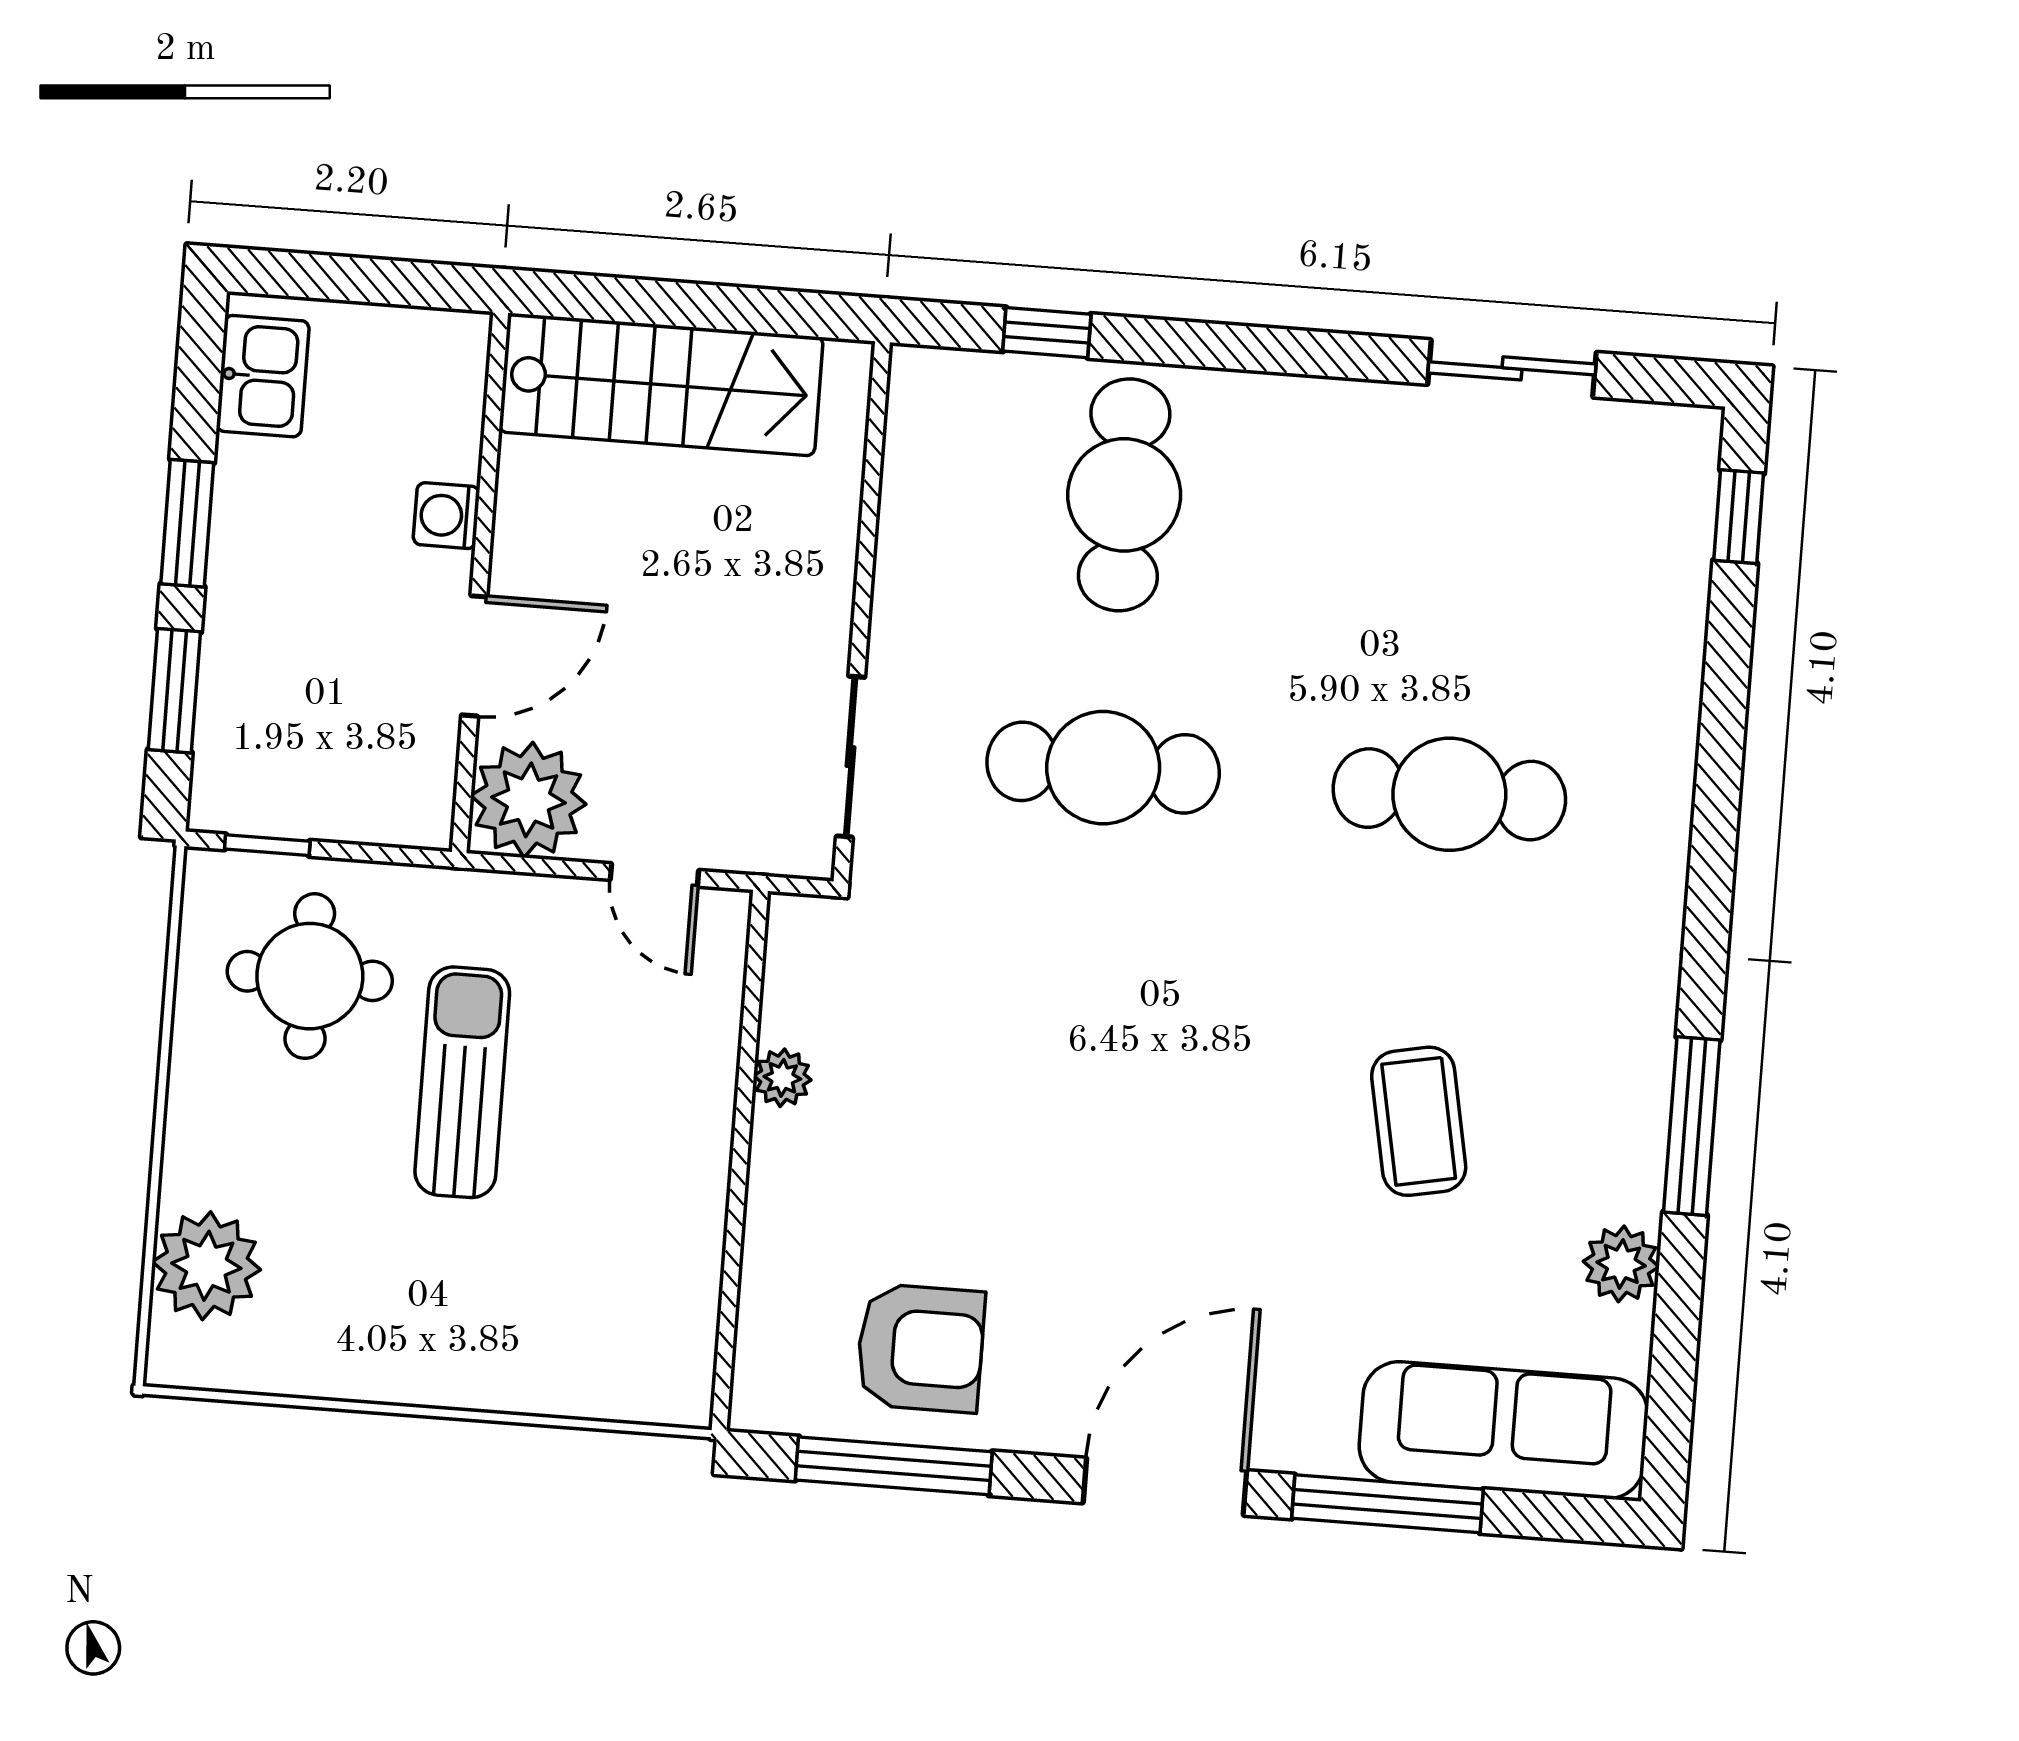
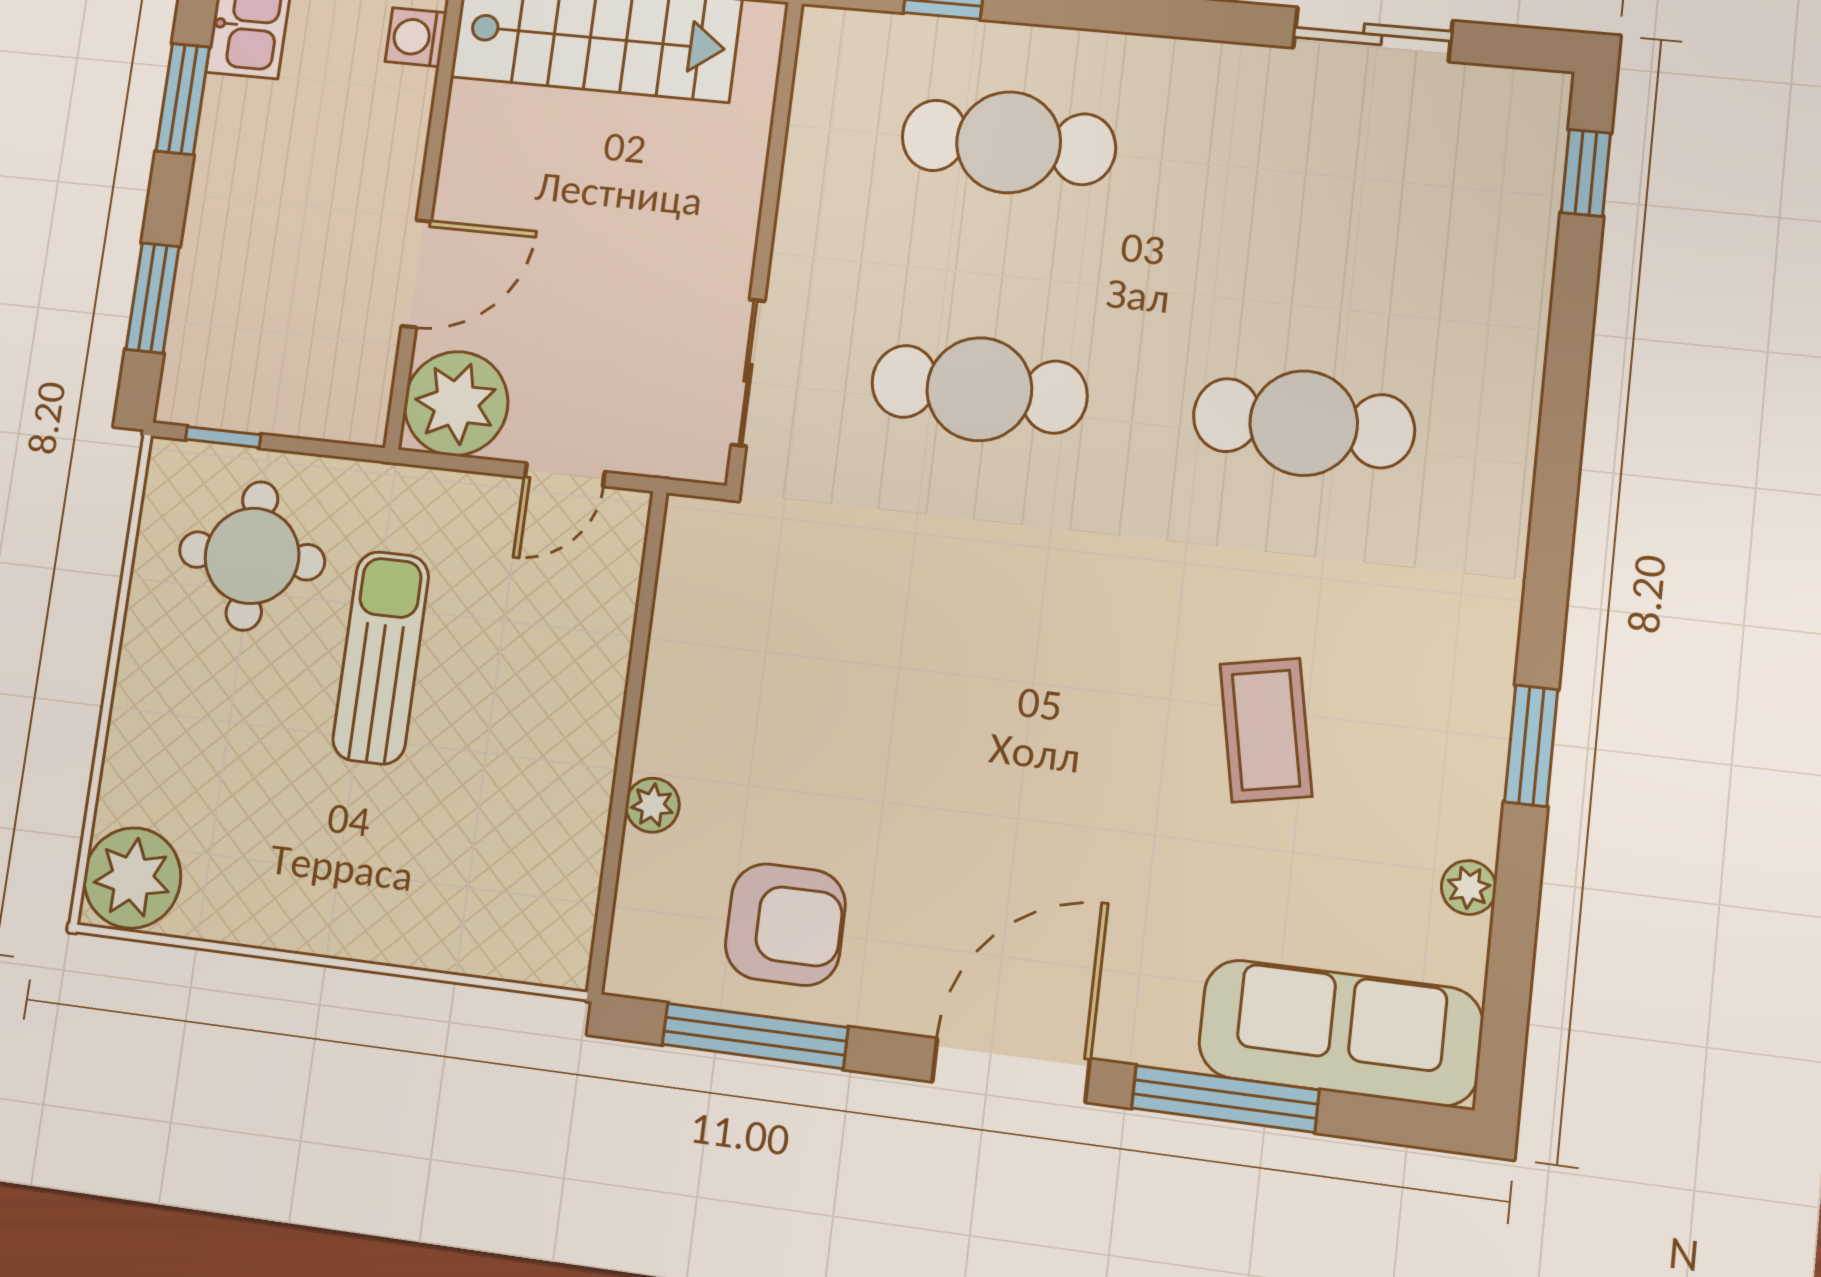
cafe table: (1124, 495) -> (1009, 142), turned 90
washing machine: (446, 516) -> (416, 37), moved
window: (187, 523) -> (183, 99), moved
door: (654, 875) -> (565, 475), hinge flipped
plant: (782, 1078) -> (652, 805), moved
window: (1692, 1126) -> (1531, 746), width x0.69
plant: (1621, 1264) -> (1469, 888), width x0.73, depth x0.73
plant: (206, 1266) -> (132, 878), moved

